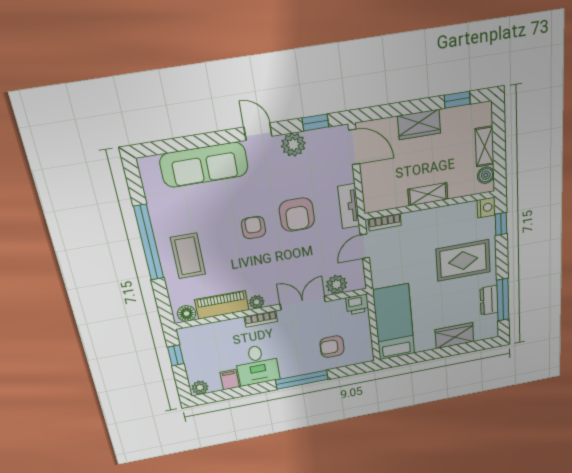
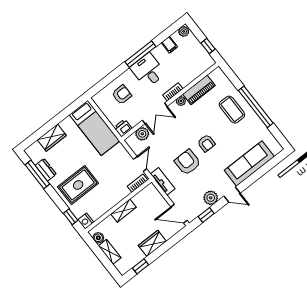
floor lamp: (187, 314) -> (215, 75), removed
desk: (257, 365) -> (148, 70), moved
window: (302, 380) -> (140, 54), moved

